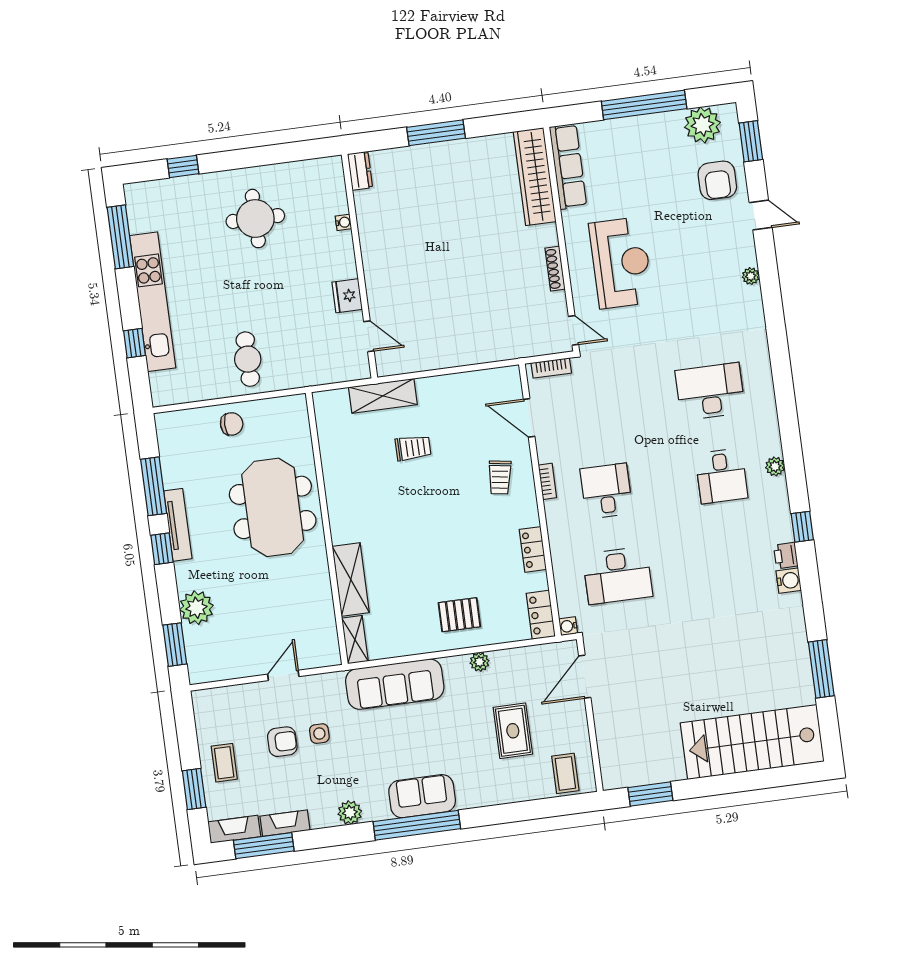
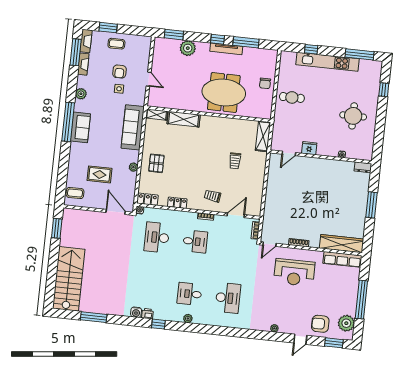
shelving: (383, 396) -> (263, 136), moved

